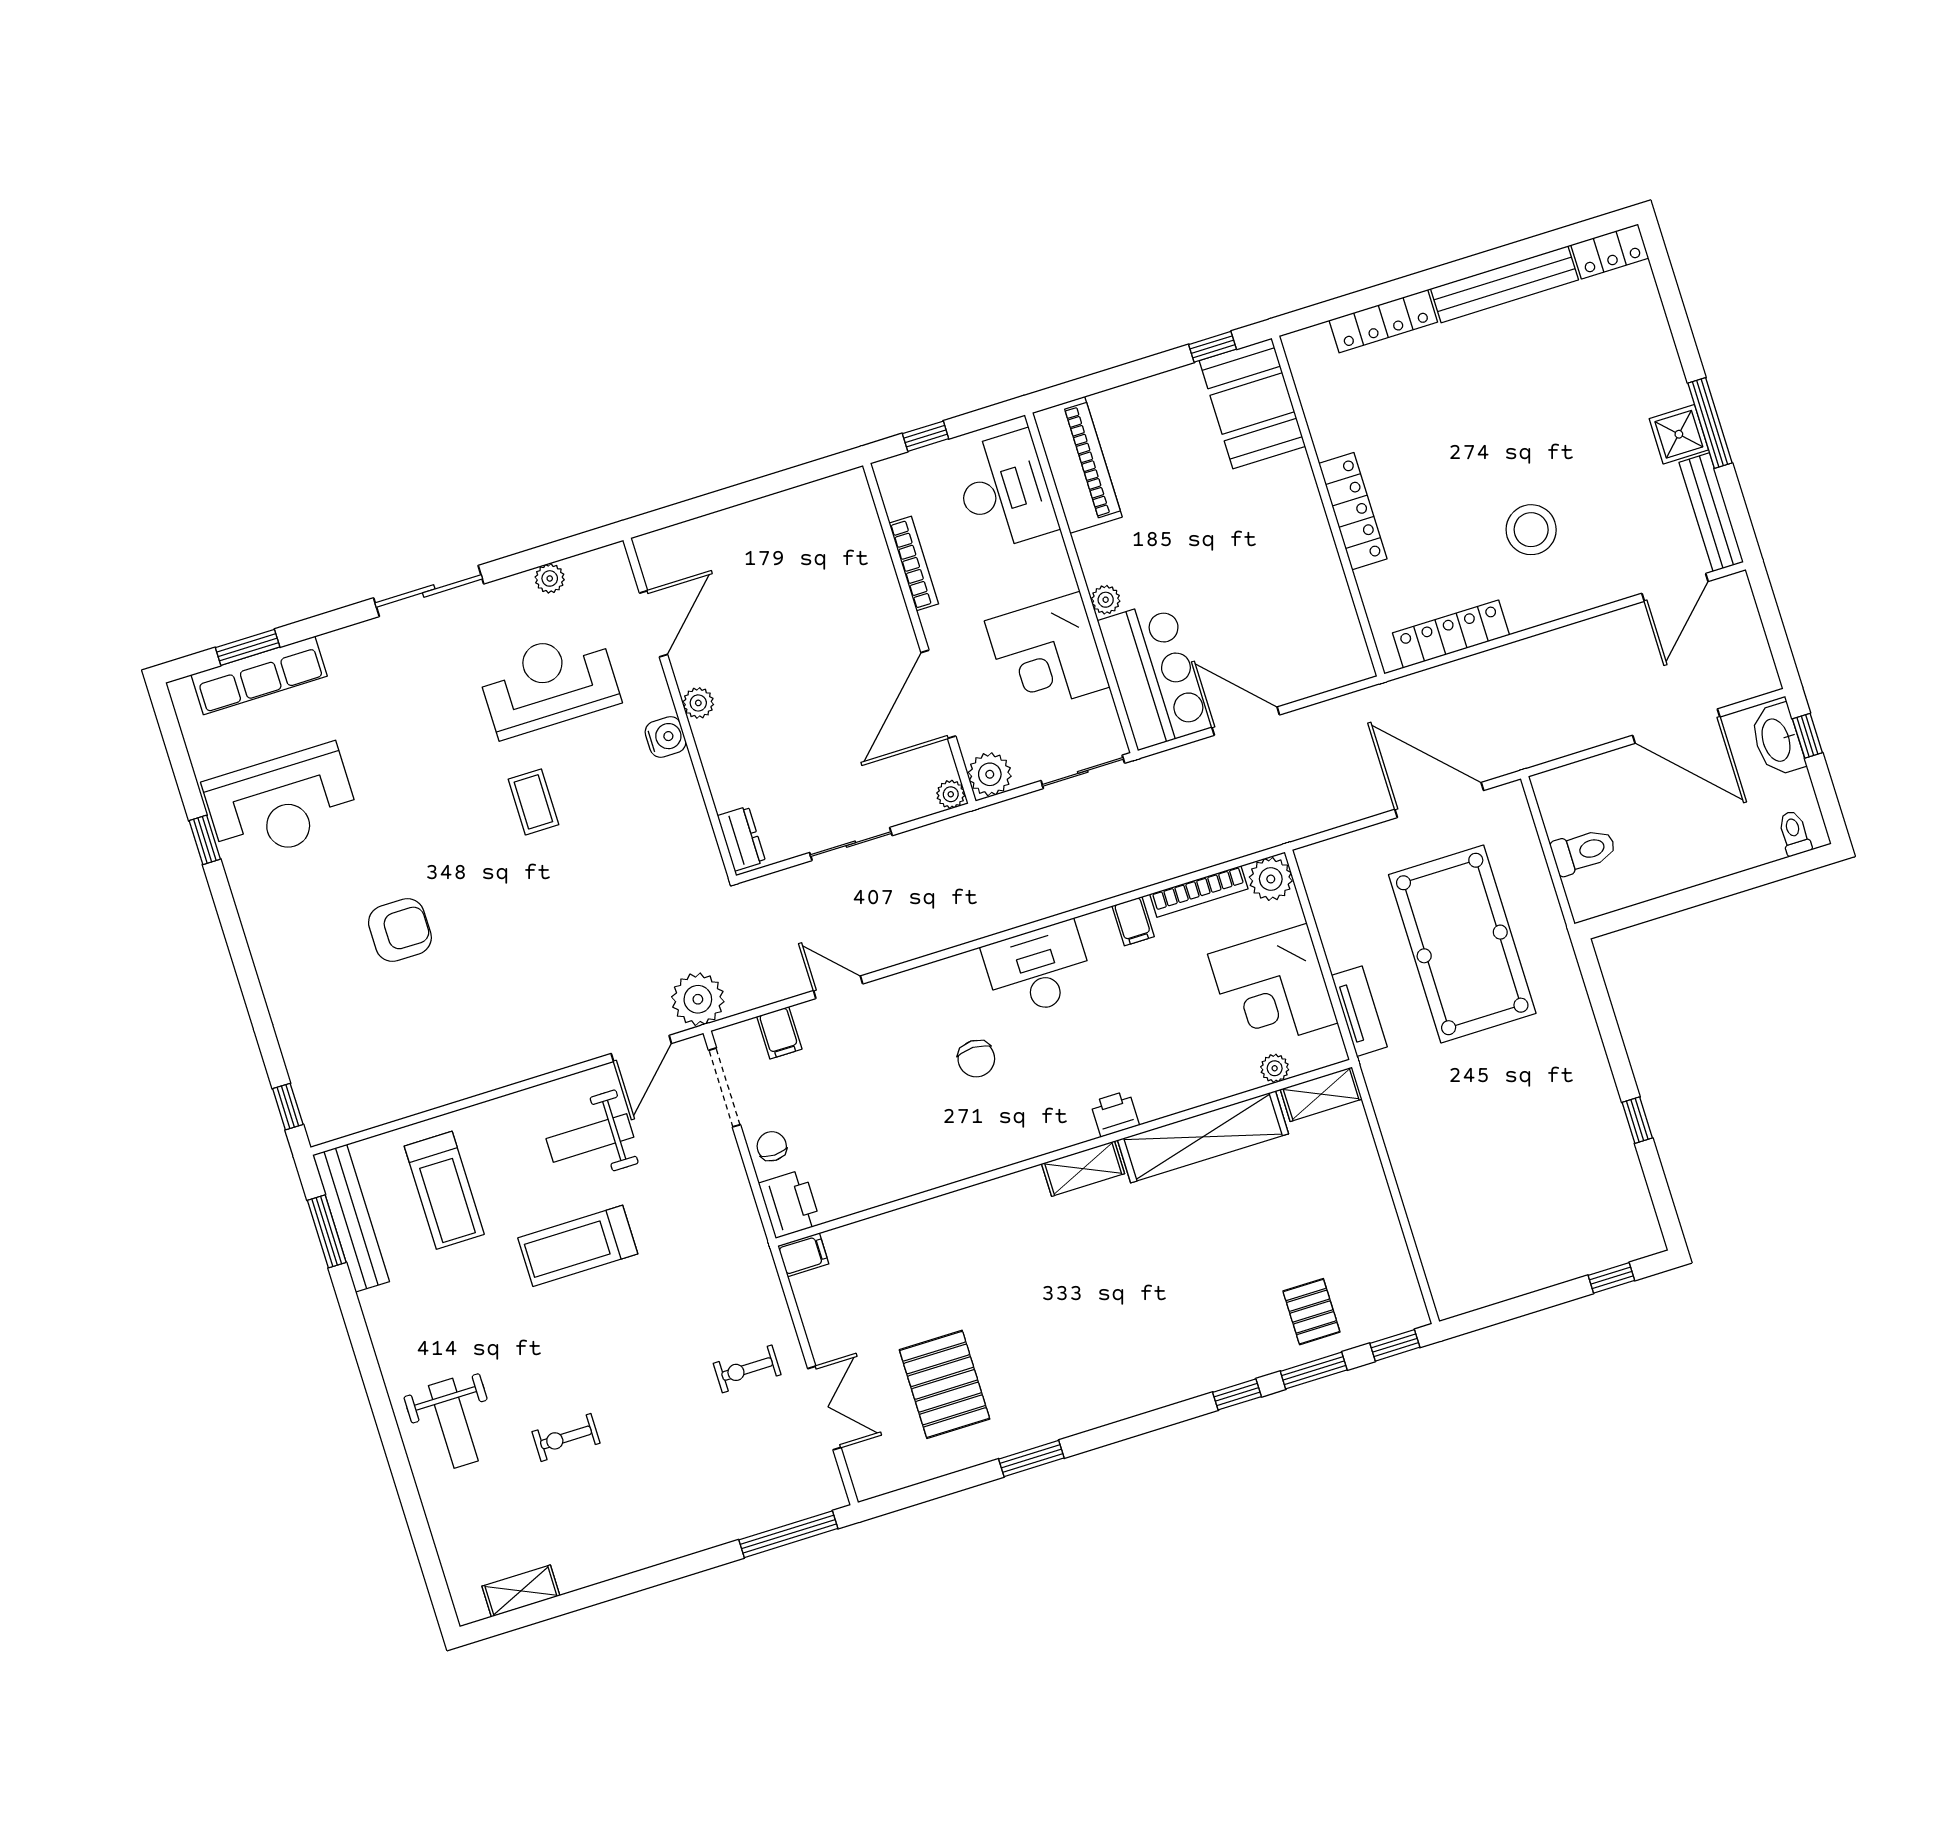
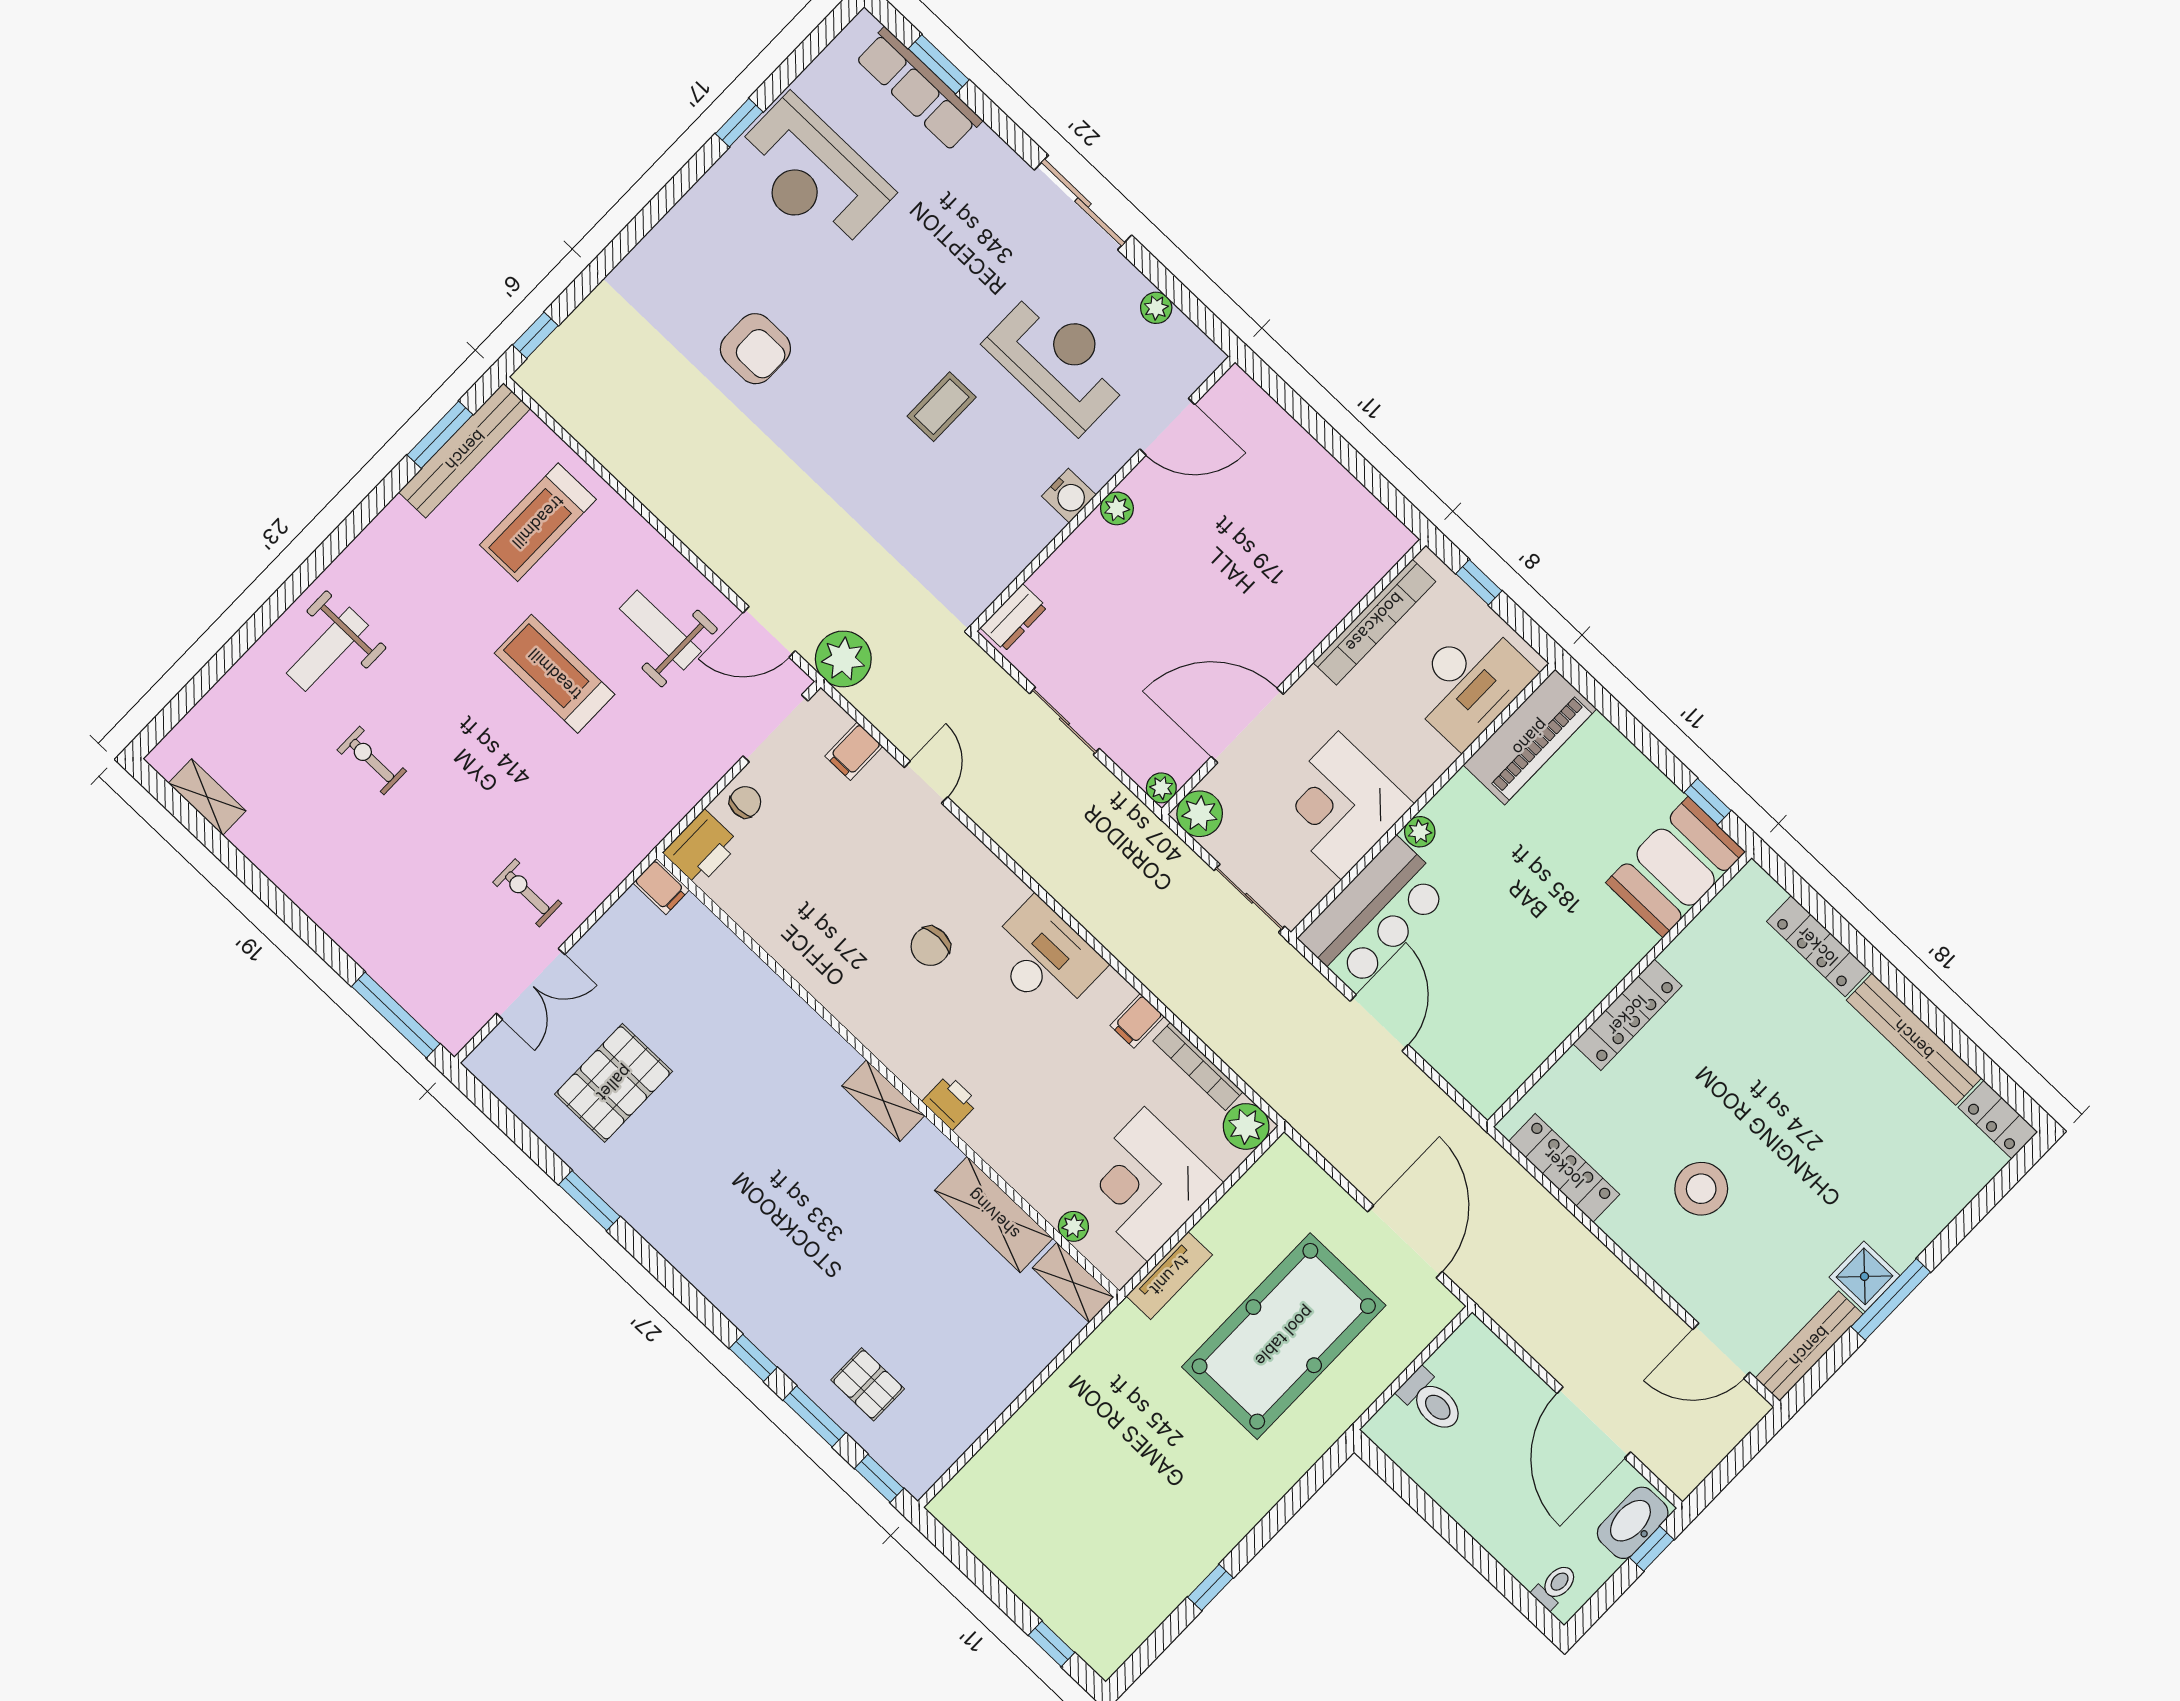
bookcase: (914, 564) -> (1374, 622), width x1.48, depth x1.31
shelving: (1203, 1137) -> (994, 1214), width x0.68
pallet: (1311, 1312) -> (868, 1384), turned 90

